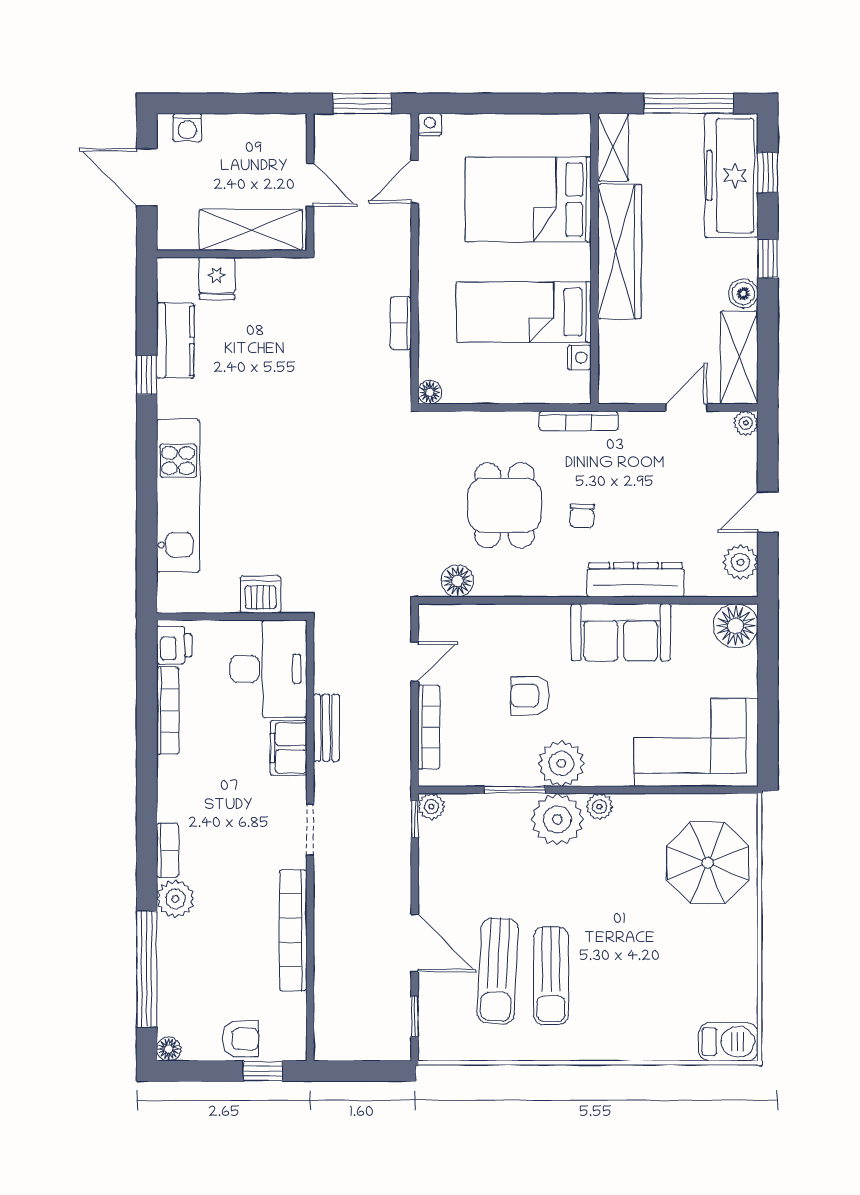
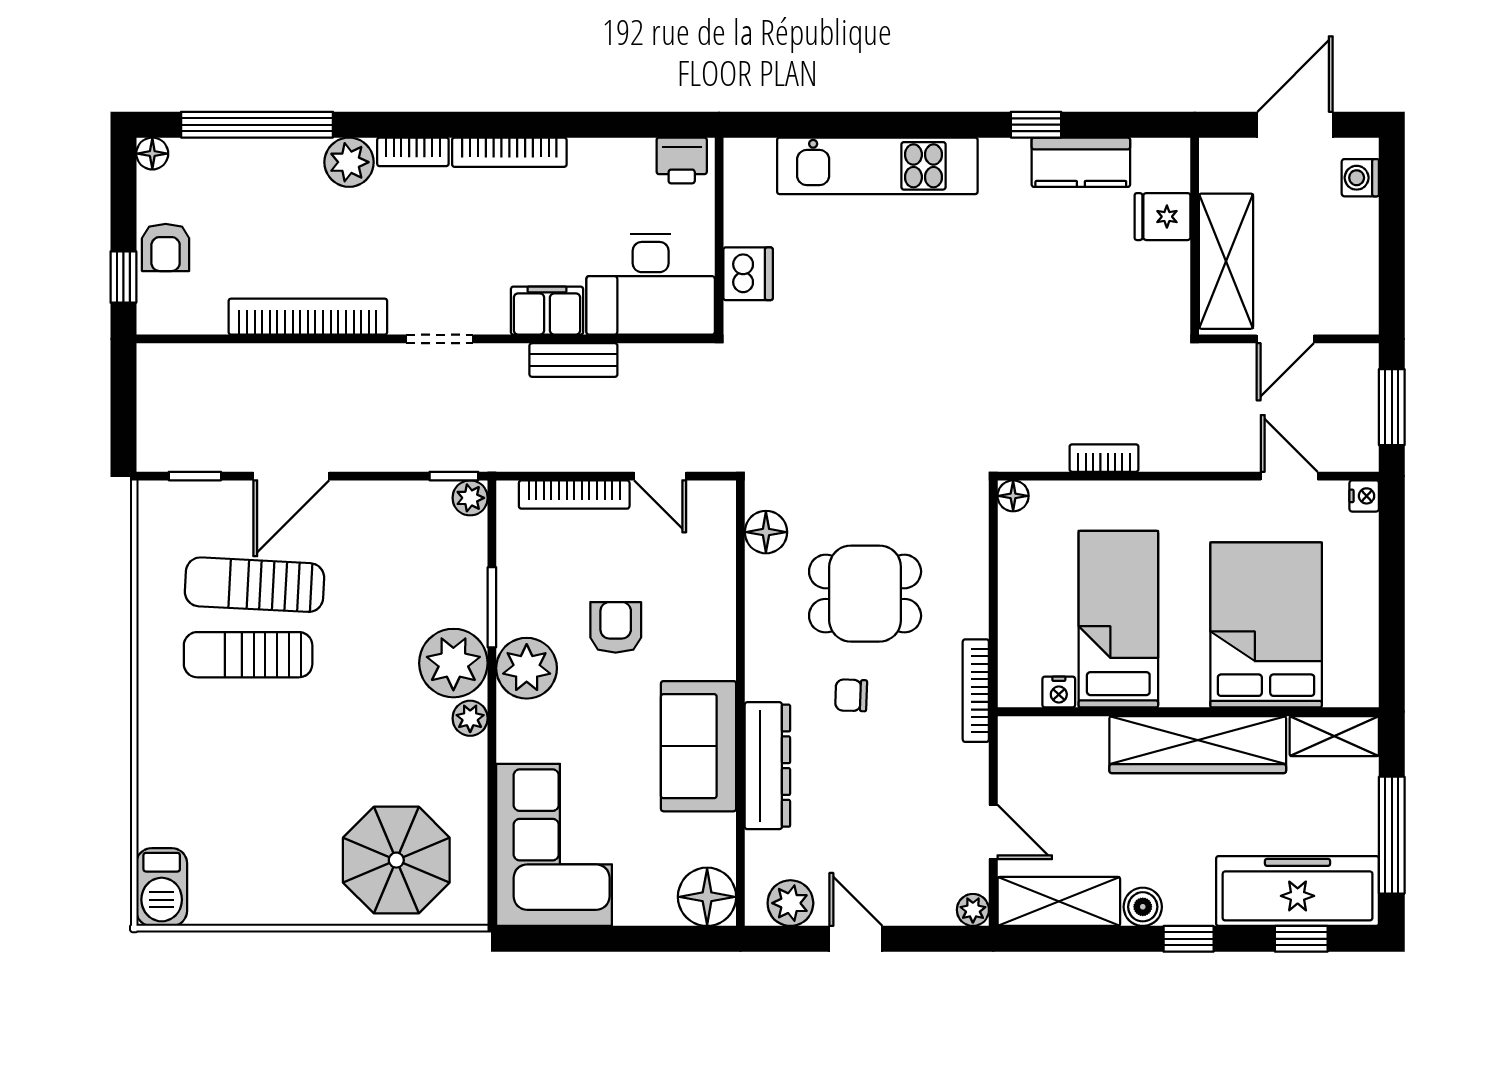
bookcase: (168, 711) -> (509, 152), moved

